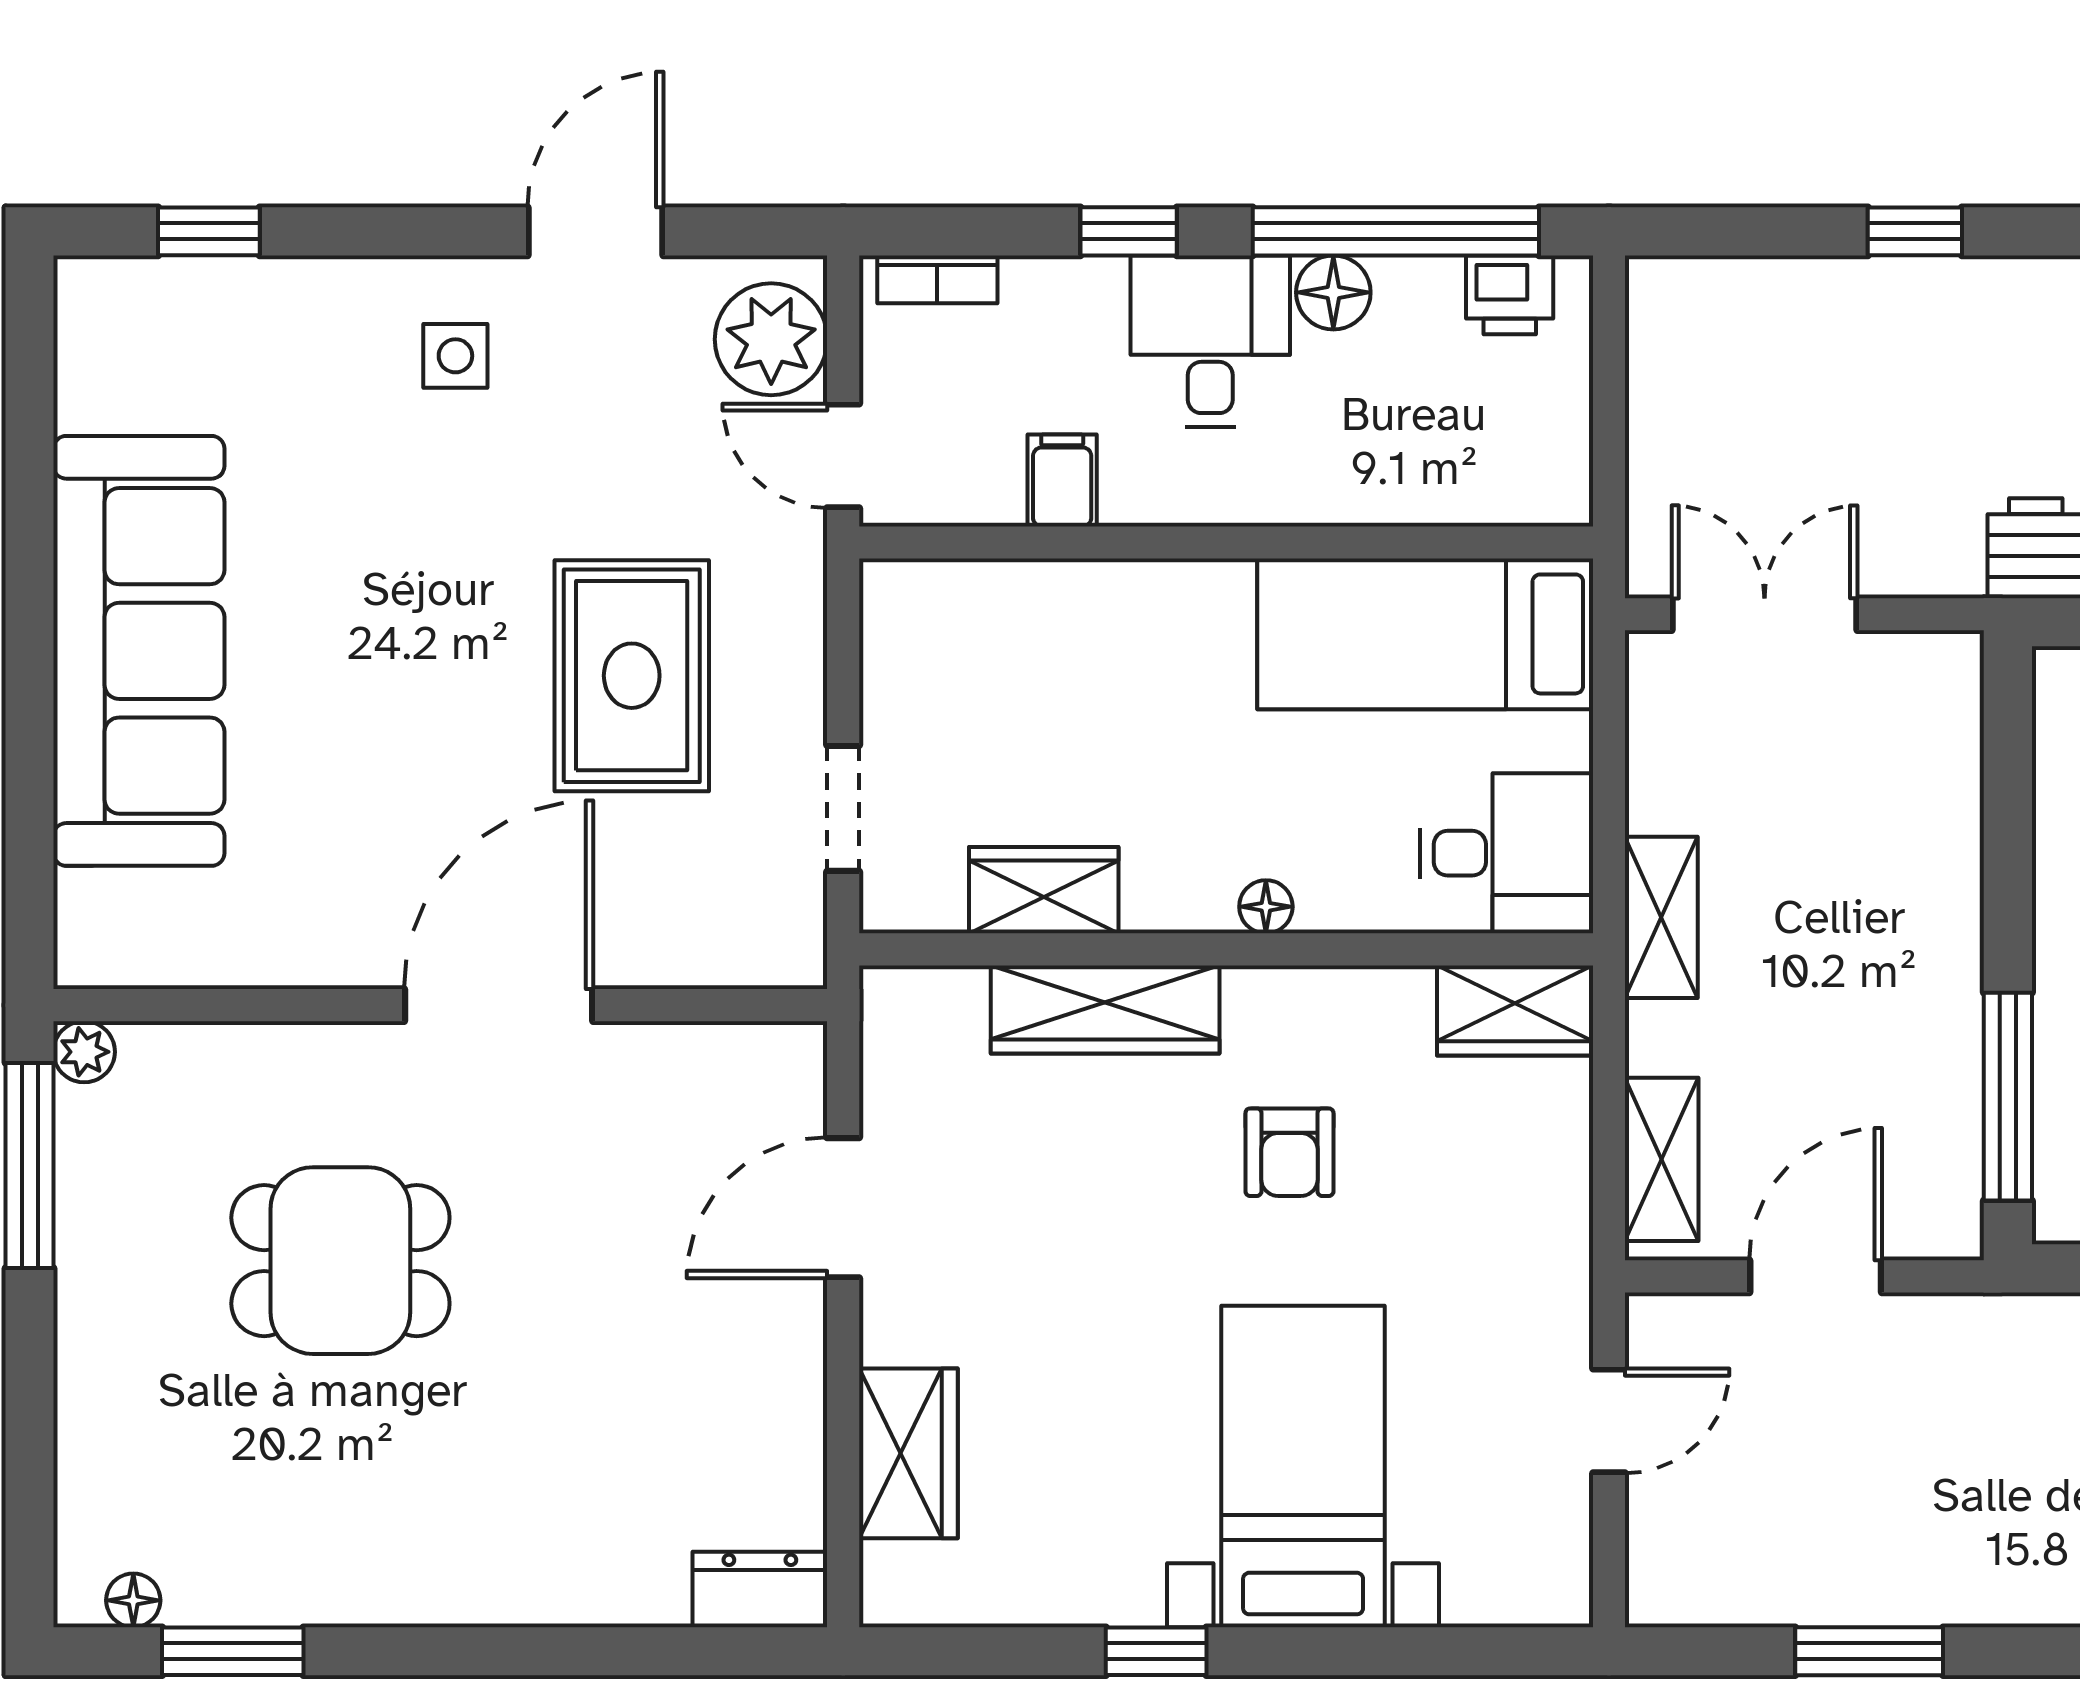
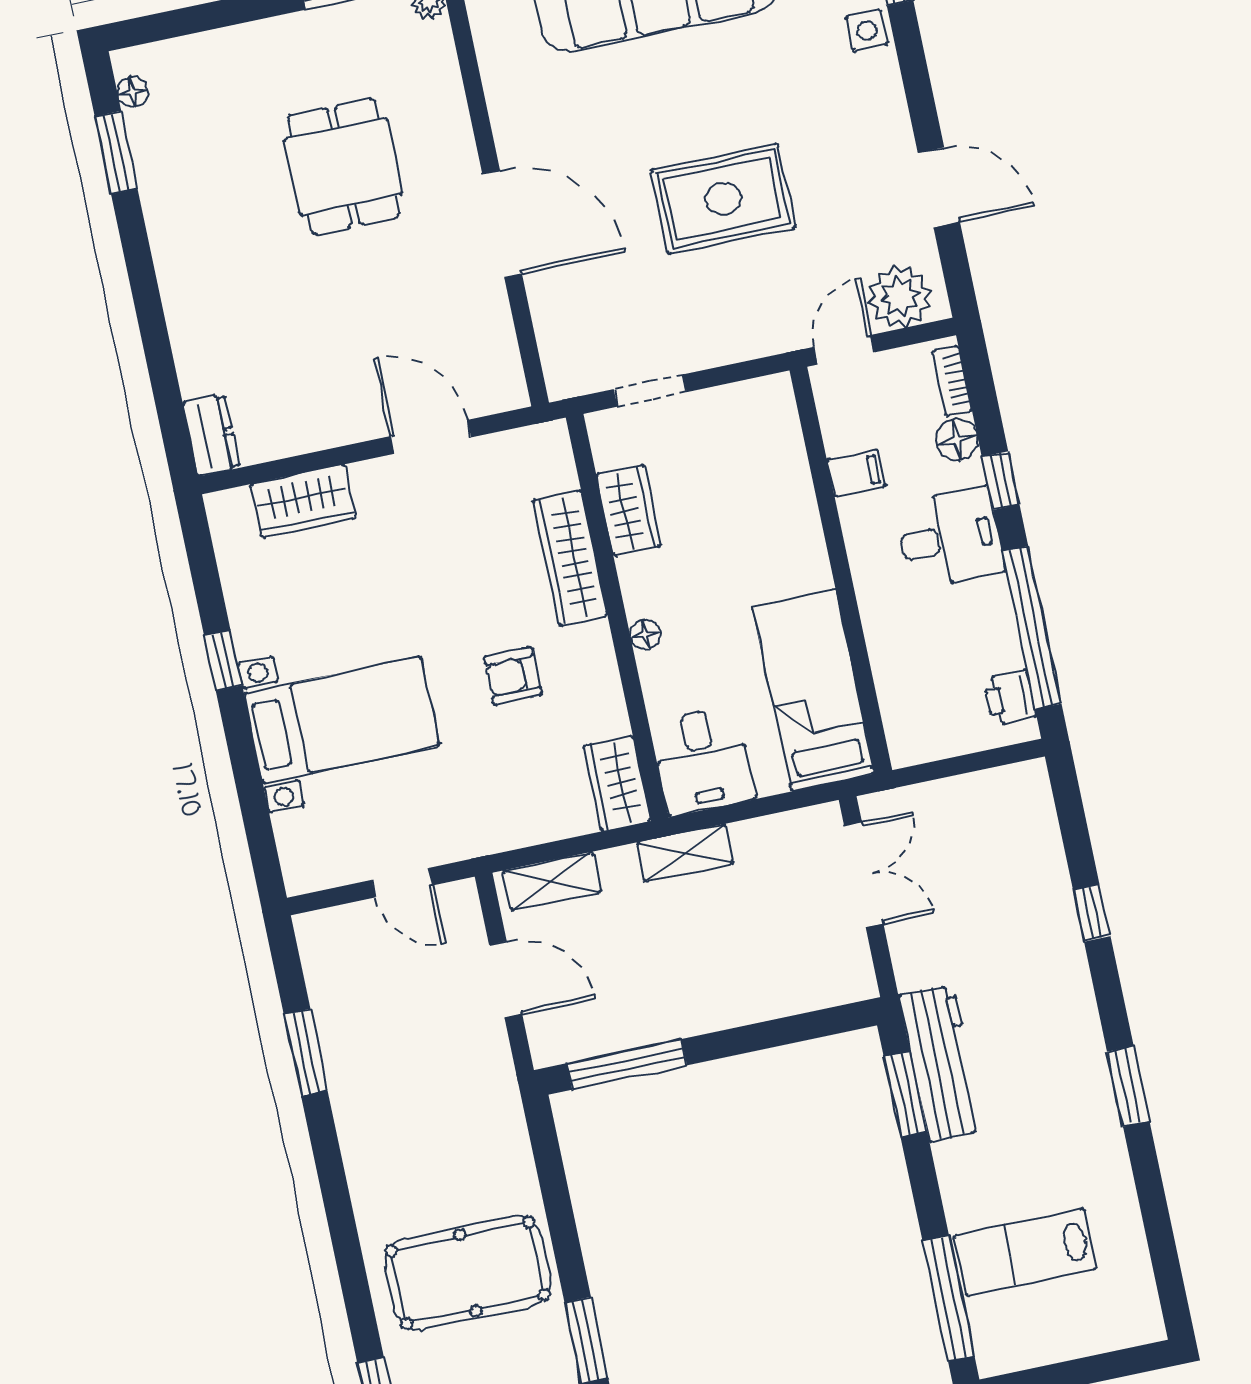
floor lamp: (1333, 292) -> (957, 439), moved
side table: (455, 356) -> (867, 30), moved
rug: (632, 676) -> (723, 199), moved

